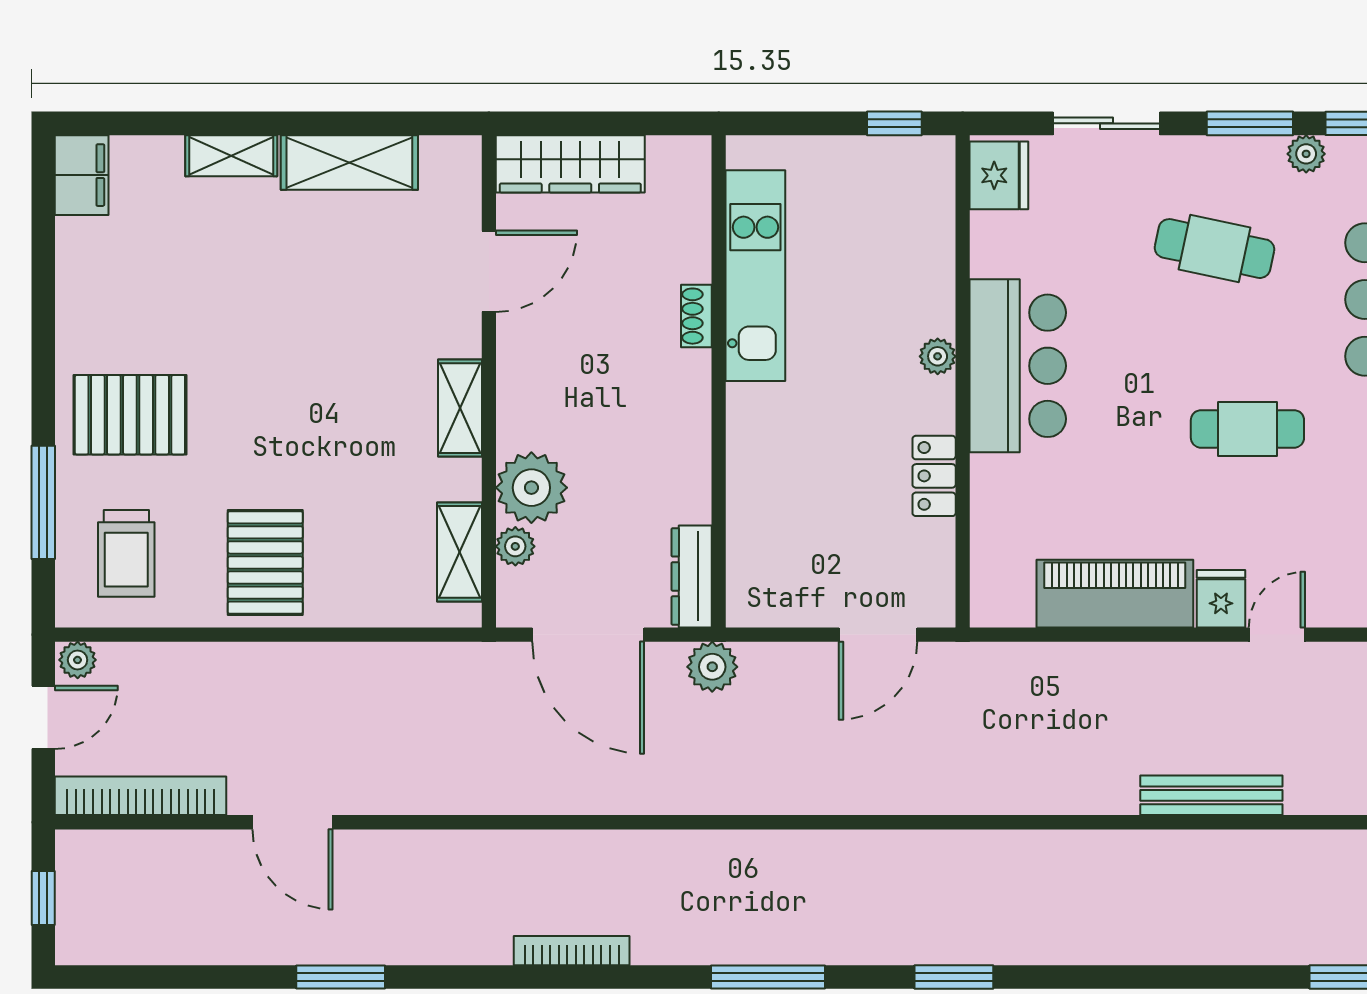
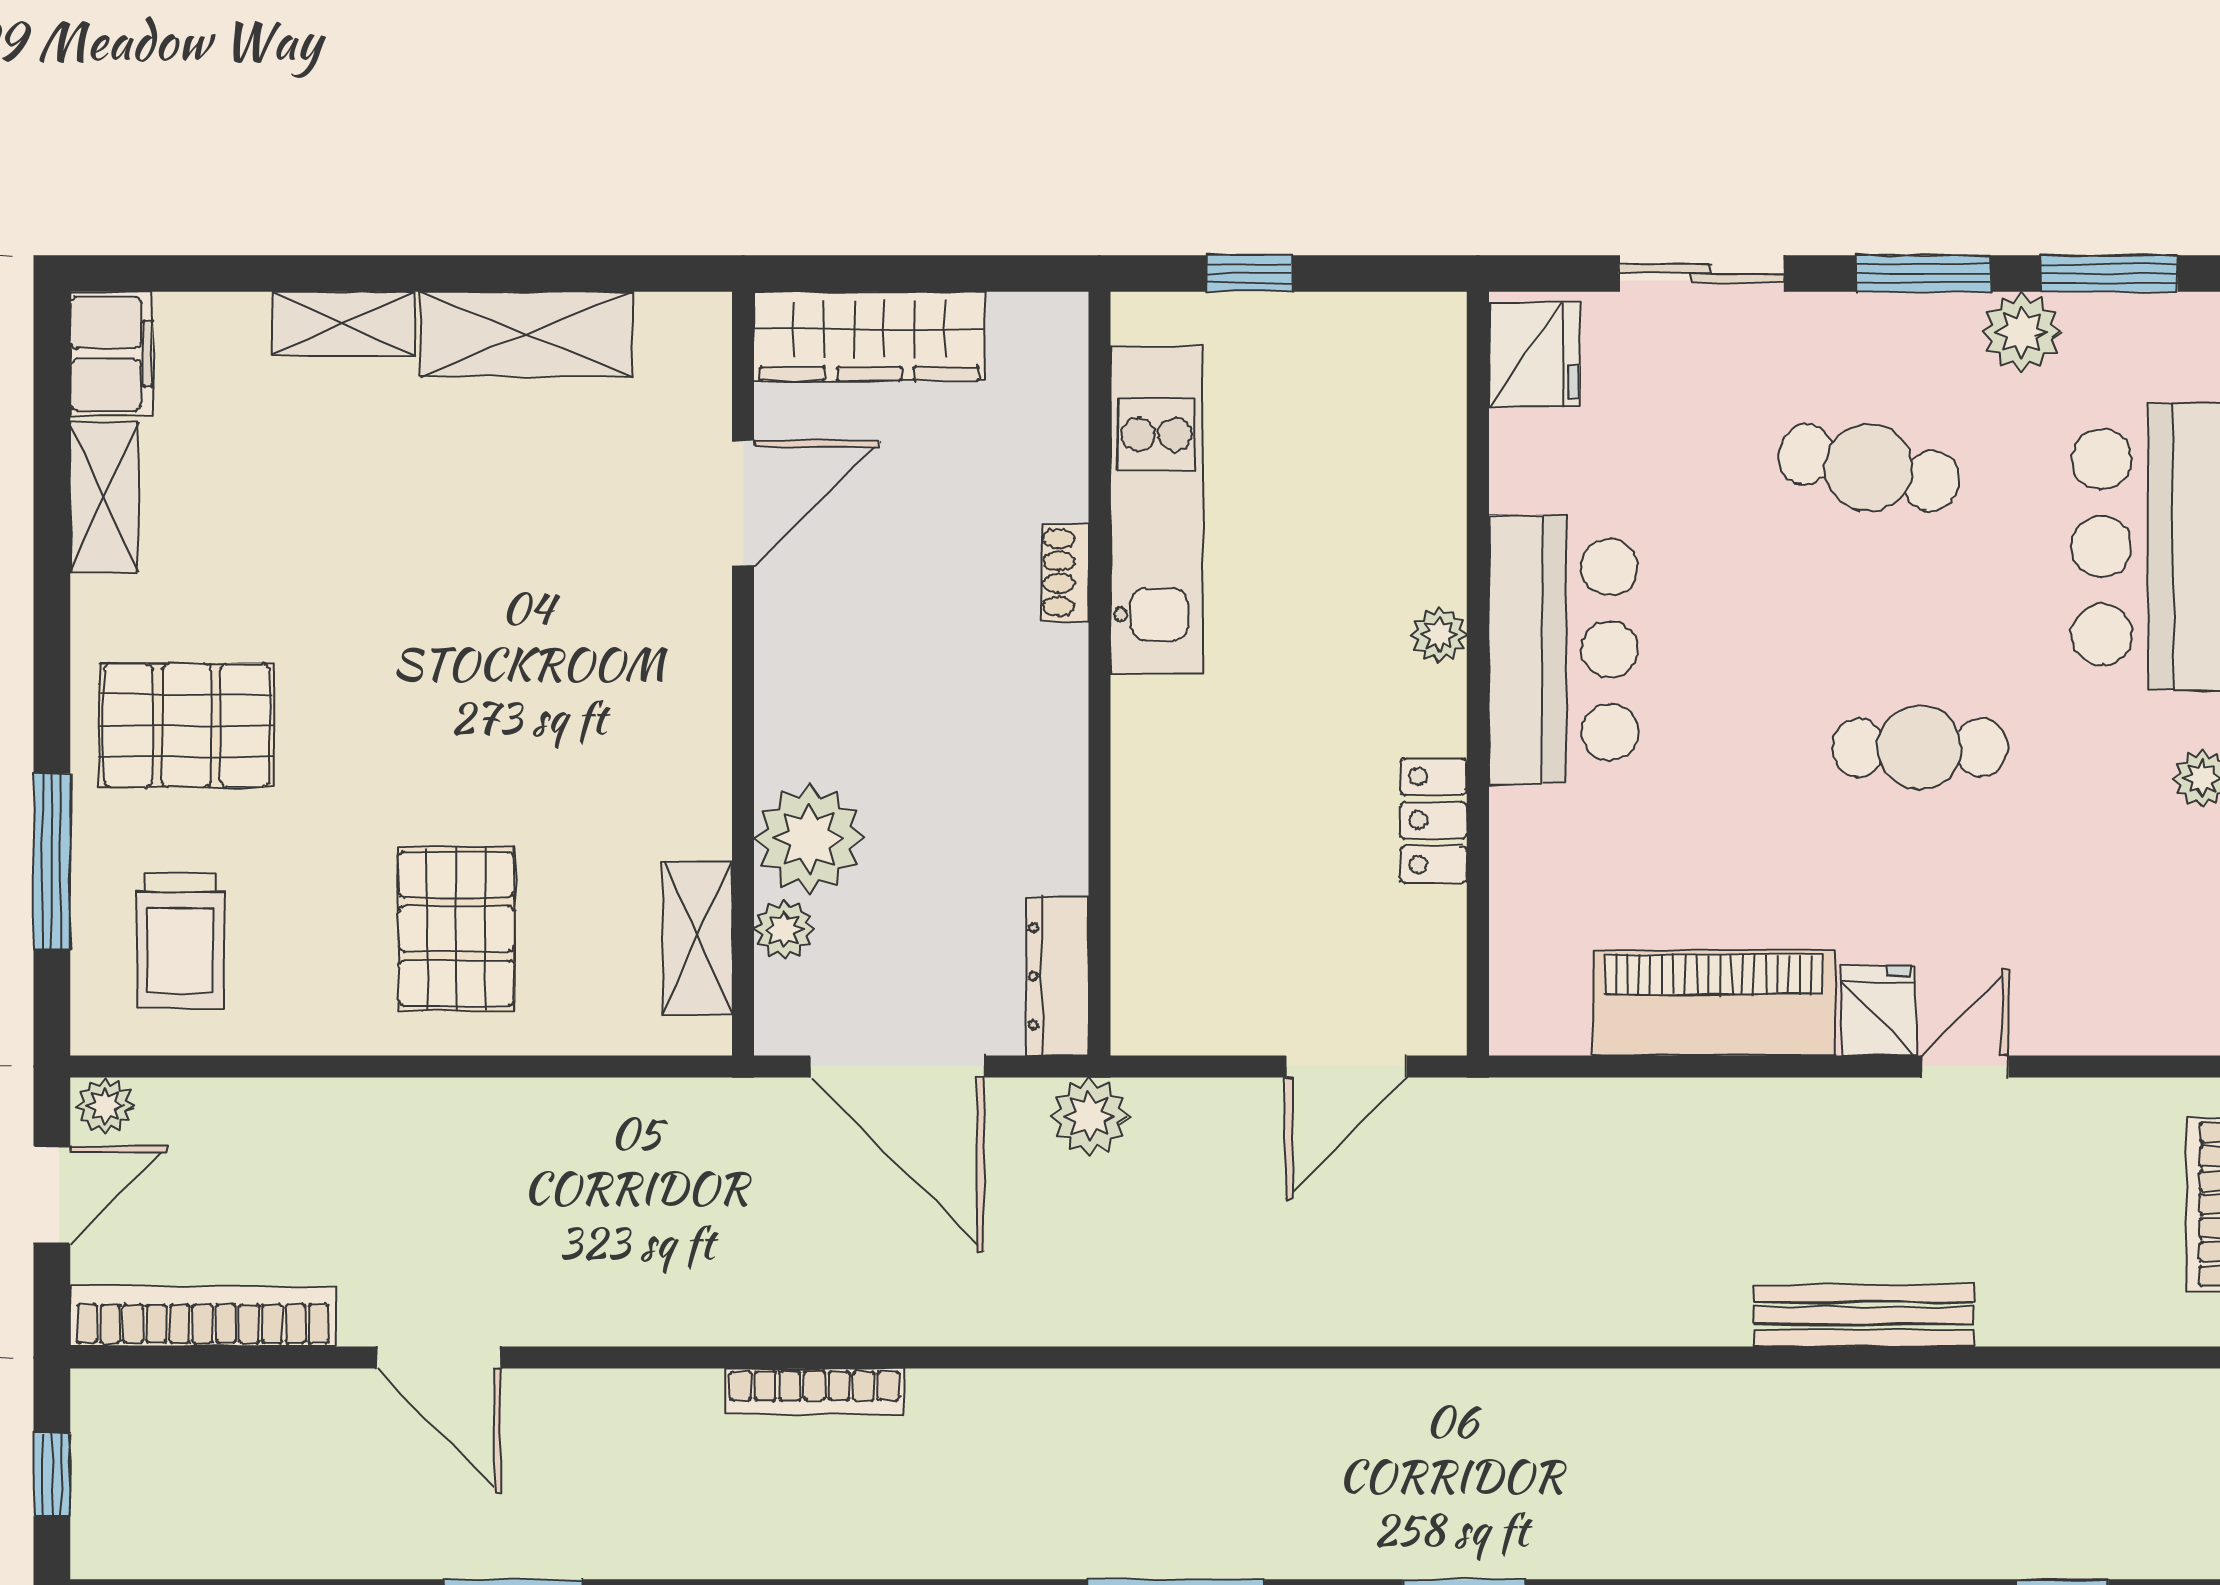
window: (894, 123) -> (1250, 273), moved
plant: (1306, 154) -> (2022, 332), width x1.38, depth x1.38
shelving: (460, 408) -> (104, 497), moved
pallet: (265, 562) -> (456, 929), moved
bookcase: (572, 951) -> (815, 1391), moved, turned 180

